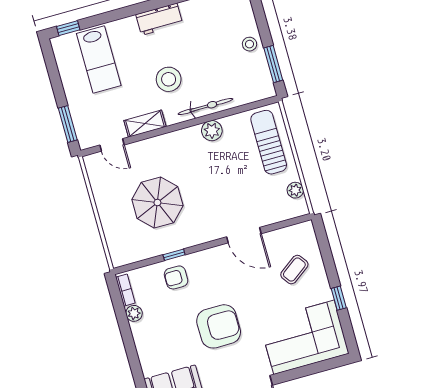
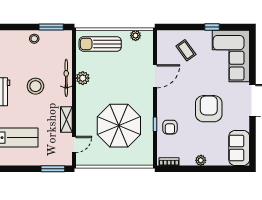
stool: (169, 79) -> (35, 86), moved
parasol: (157, 203) -> (119, 126), width x1.36, depth x1.36
plant: (134, 313) -> (201, 160), moved

